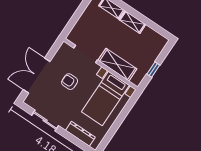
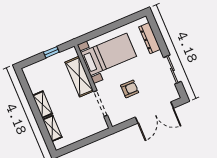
armchair: (70, 82) -> (130, 89), turned -90

